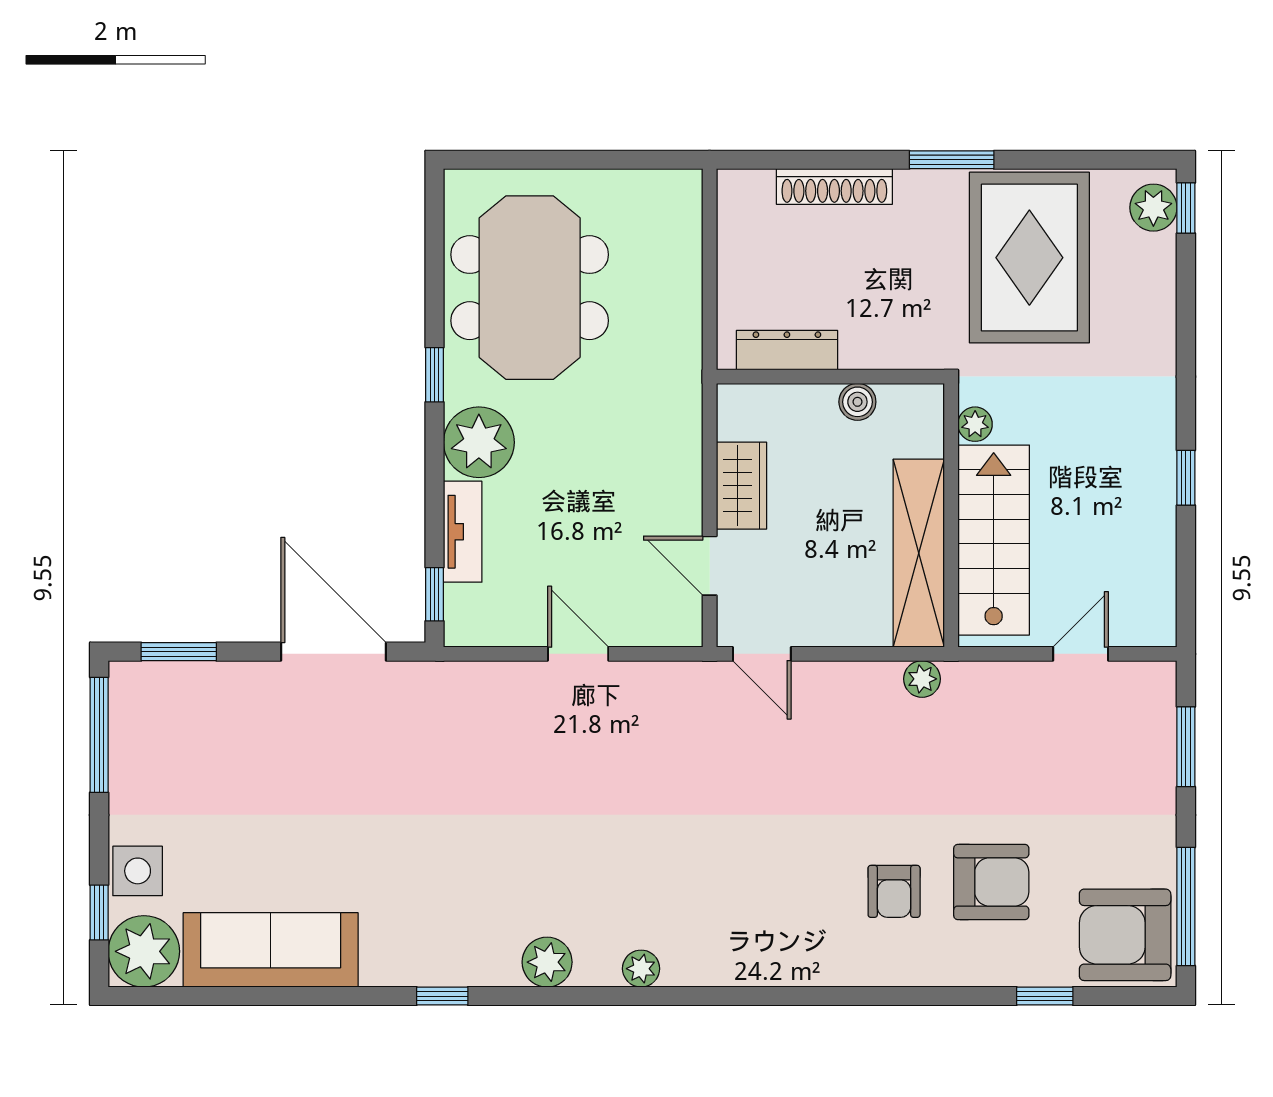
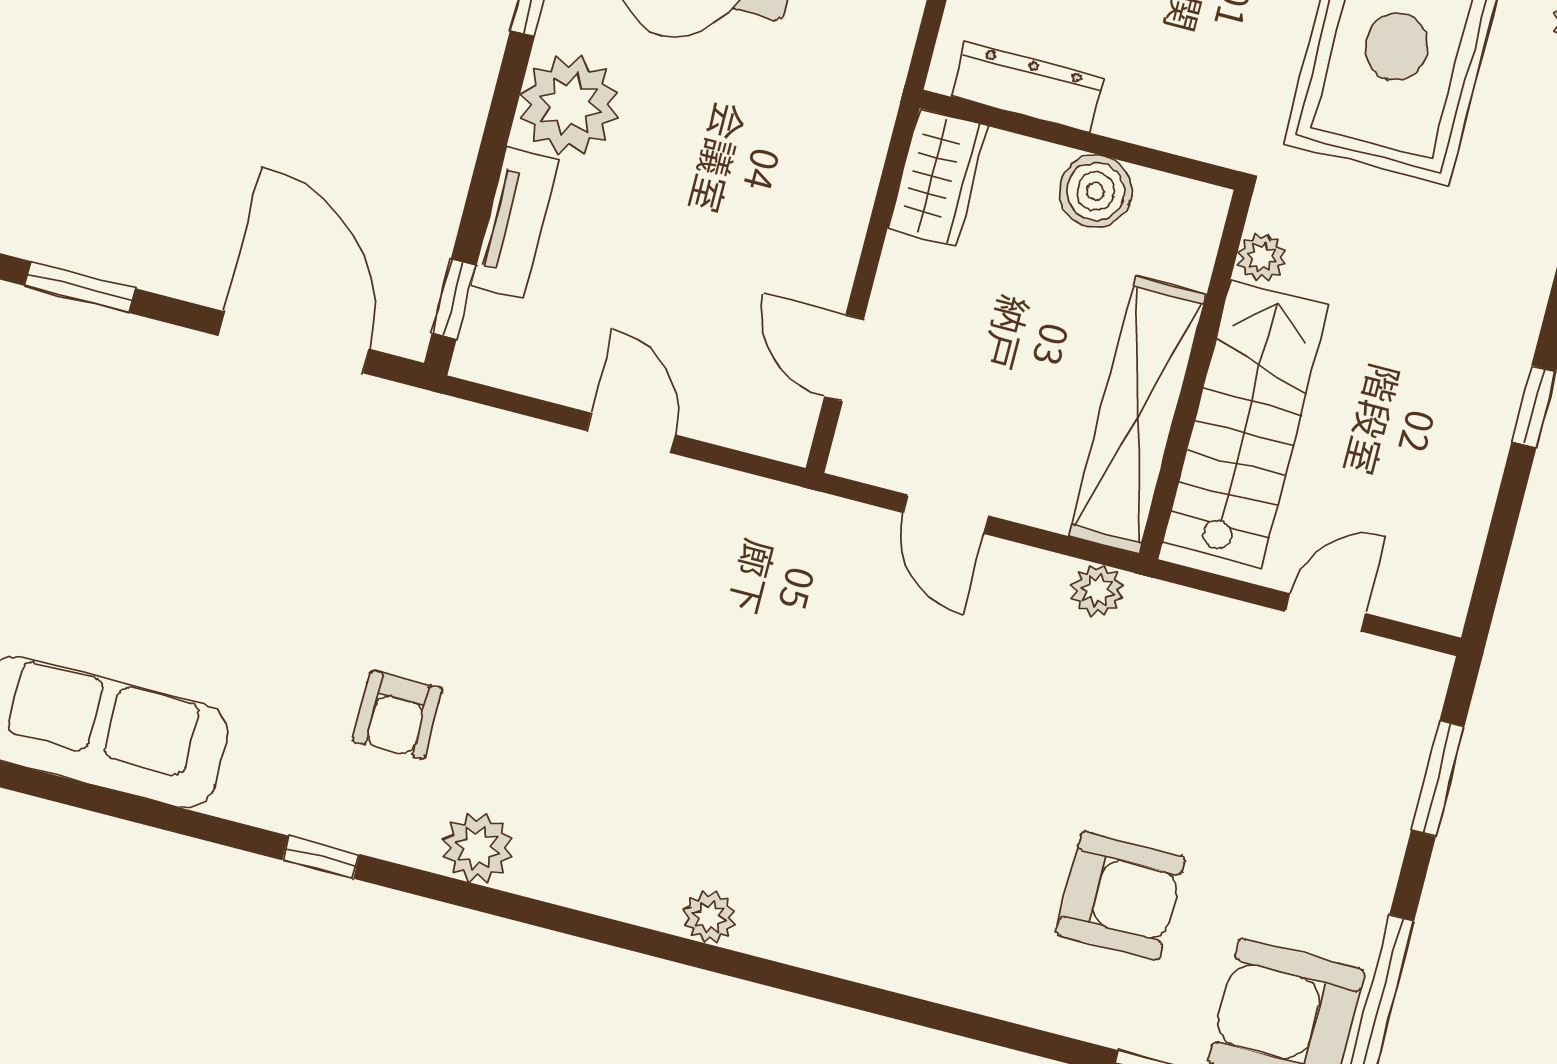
boiler: (857, 402) -> (1095, 191), width x1.36, depth x1.36
wardrobe: (741, 486) -> (938, 177), moved
door: (762, 654) -> (946, 514), moved
armchair: (894, 891) -> (398, 715), moved
plant: (641, 969) -> (709, 917), moved

